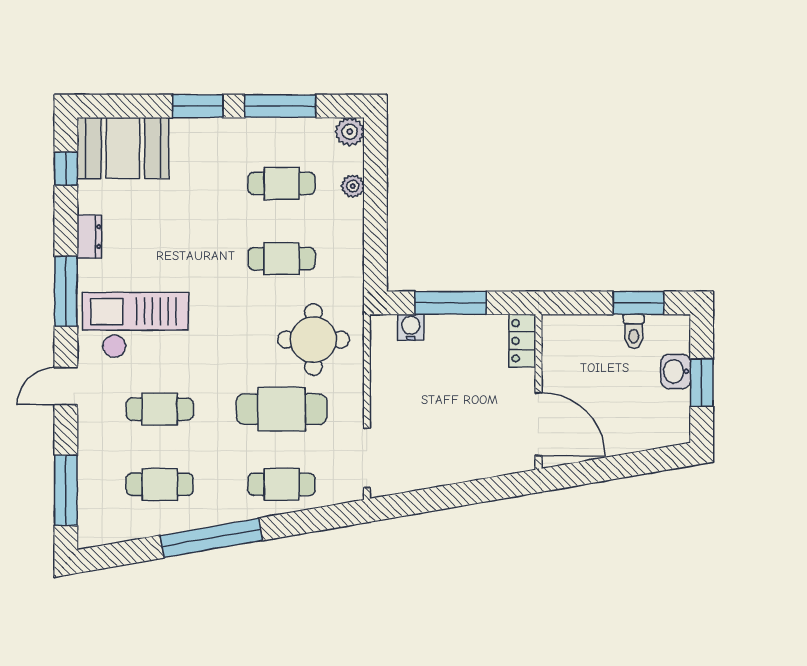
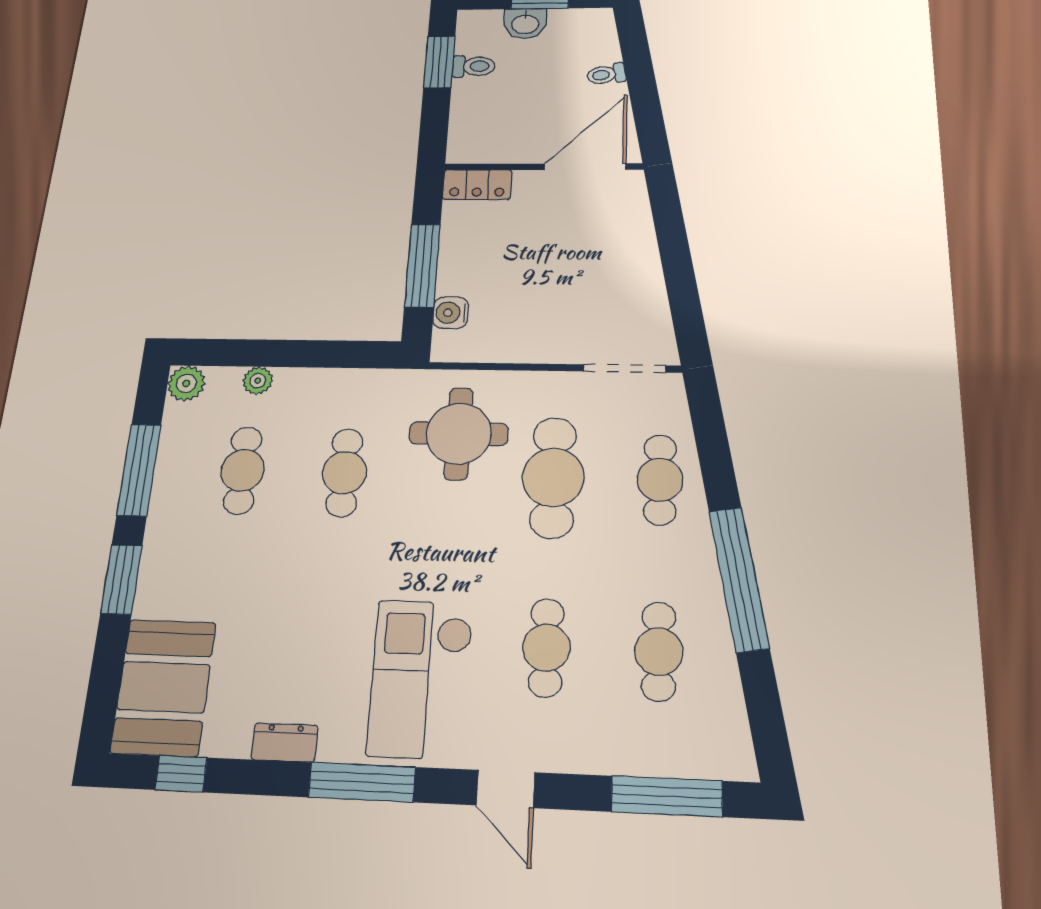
toilet: (625, 439) -> (606, 74), added

